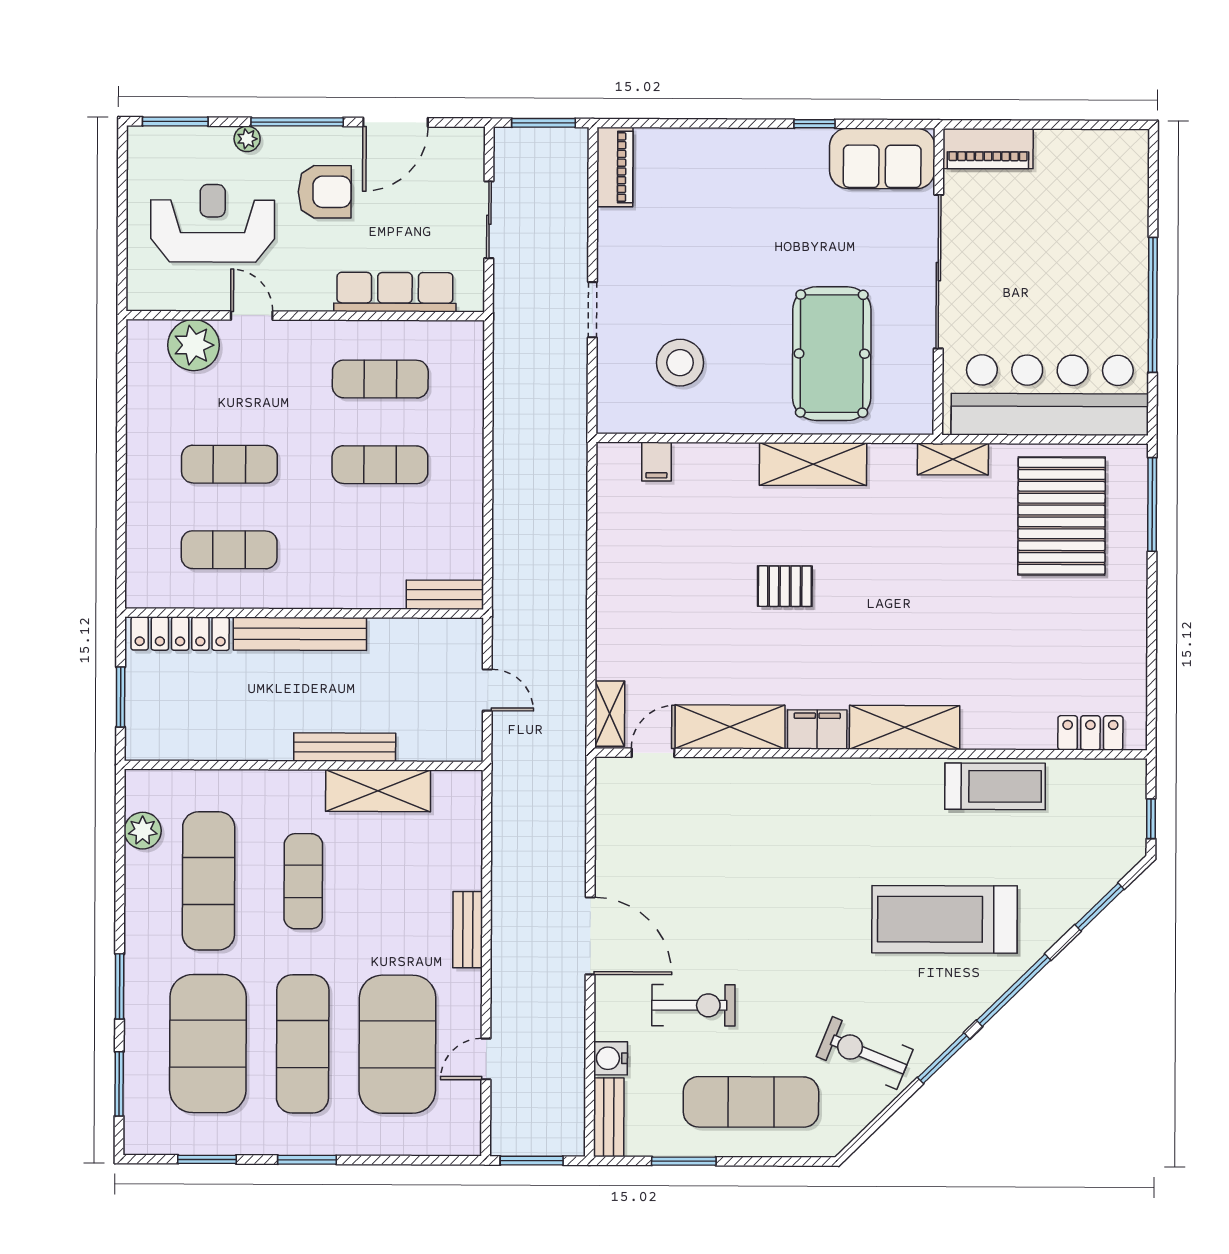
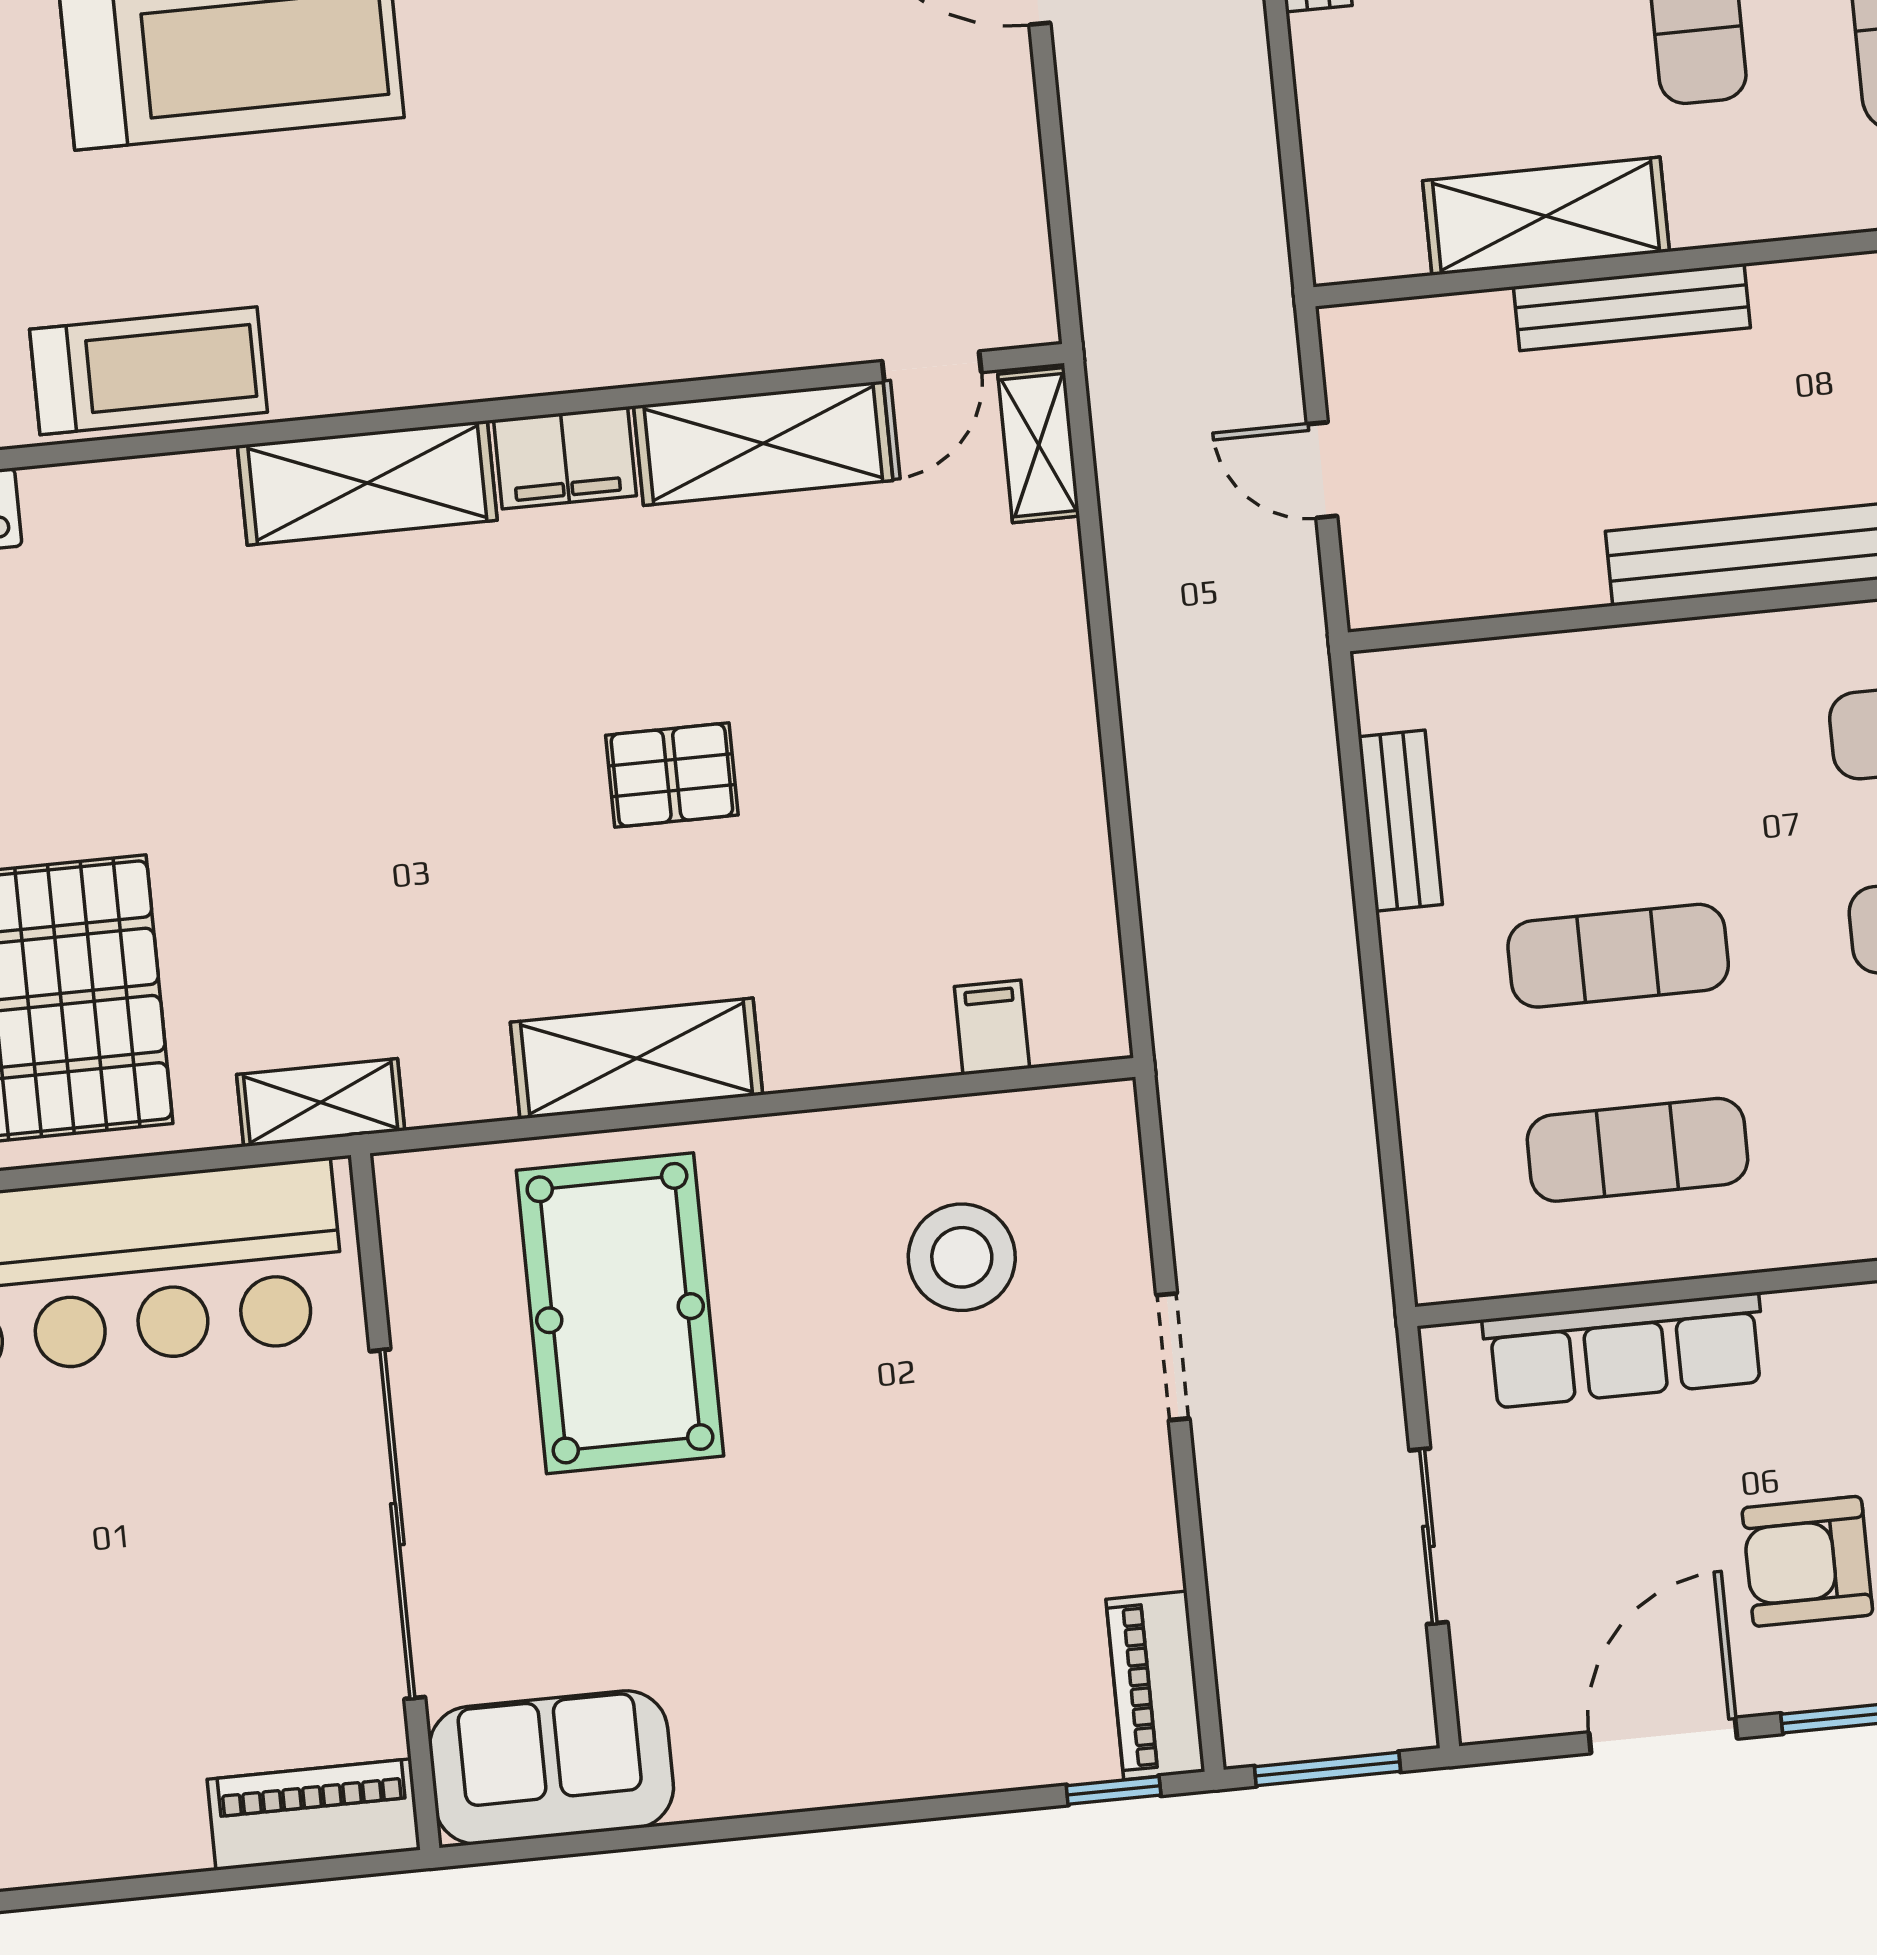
window: (815, 124) -> (1114, 1790), moved
bench: (445, 595) -> (1400, 821), moved, turned 90
treadmill: (995, 786) -> (148, 371), turned 180

